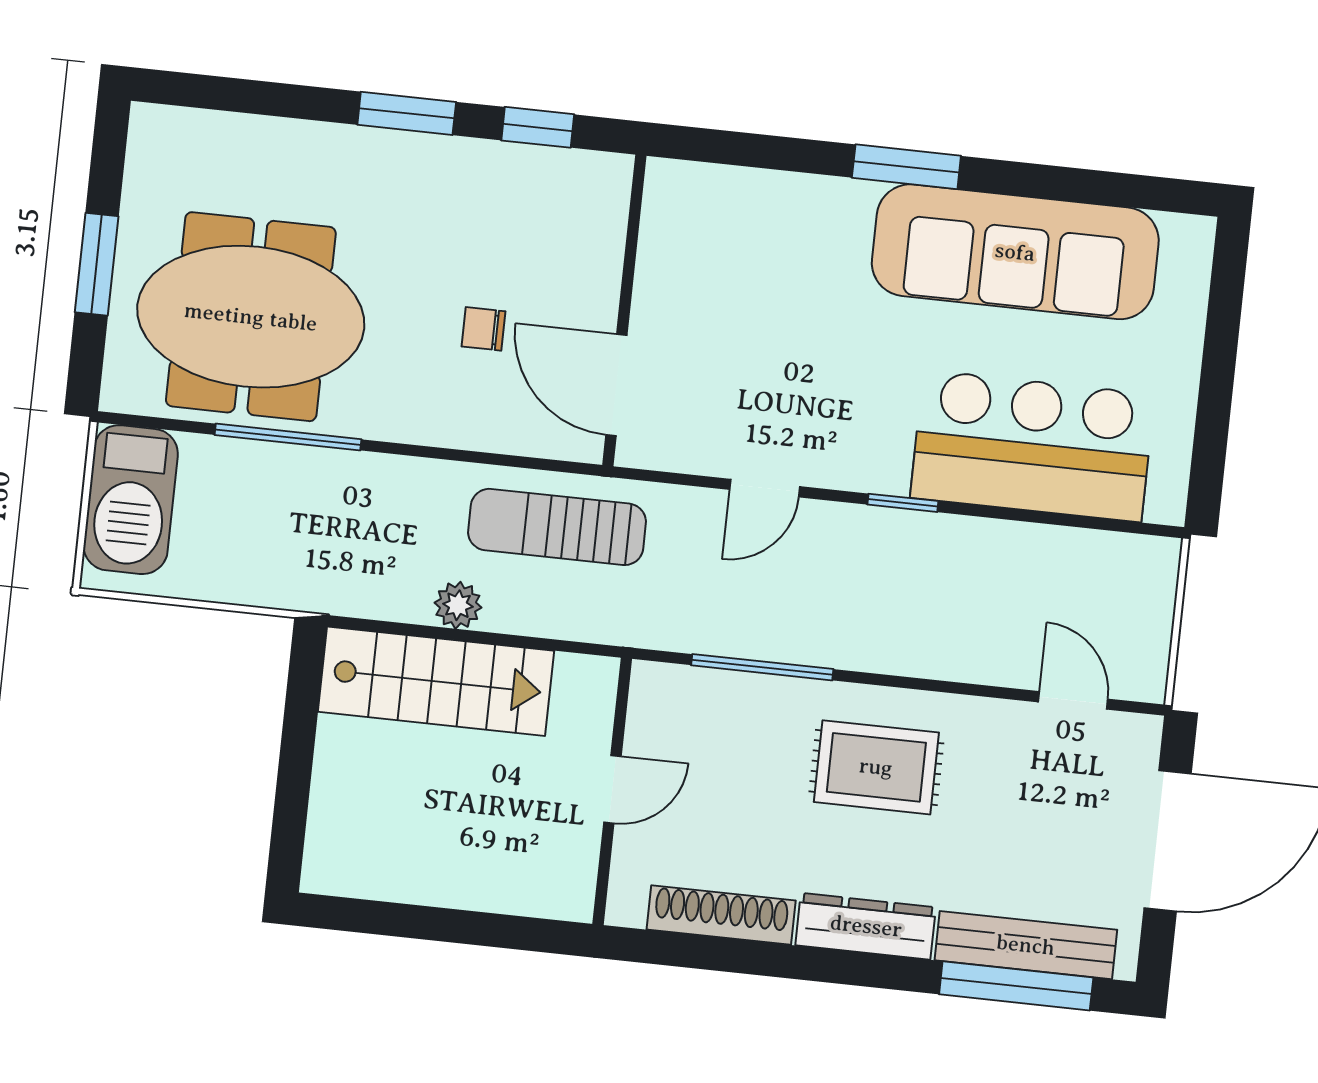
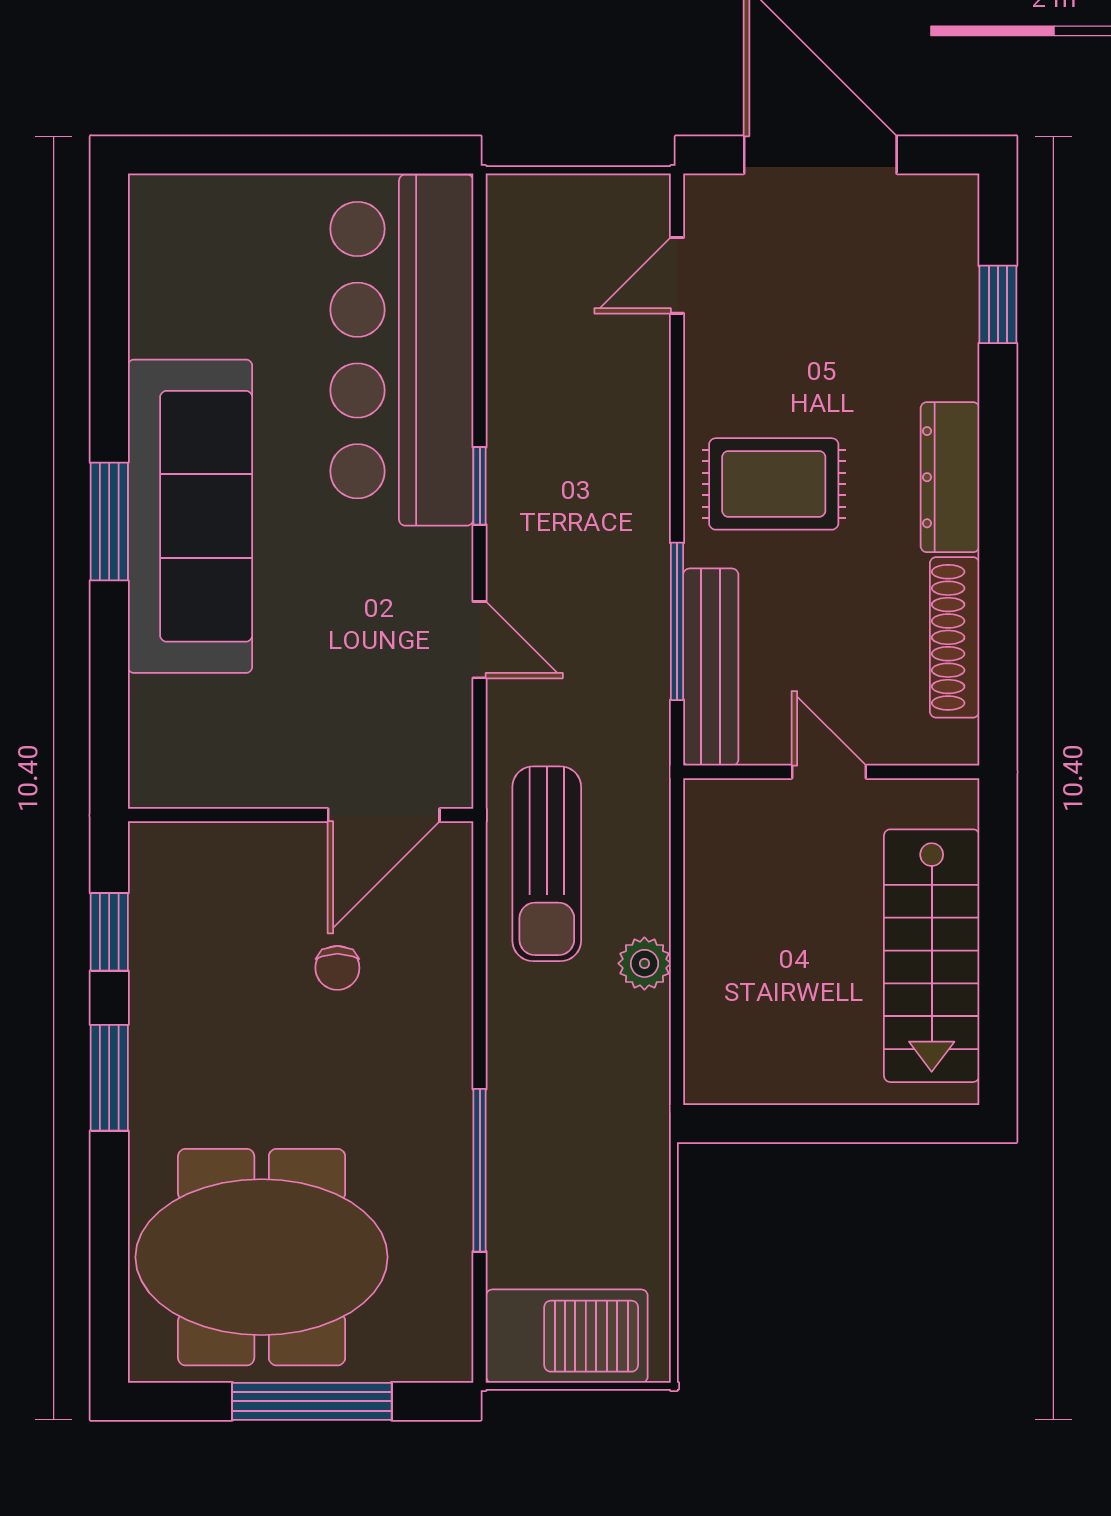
sofa: (1015, 252) -> (190, 516), moved
window: (97, 264) -> (312, 1401), width x1.44
meeting table: (251, 317) -> (262, 1257), moved, turned 90
bar counter: (1032, 446) -> (402, 350), width x1.36
stairs: (436, 681) -> (932, 956), moved, turned 180
rug: (876, 767) -> (774, 484), turned 90
bench: (1026, 945) -> (711, 667), moved
window: (1016, 986) -> (998, 304), width x0.46

